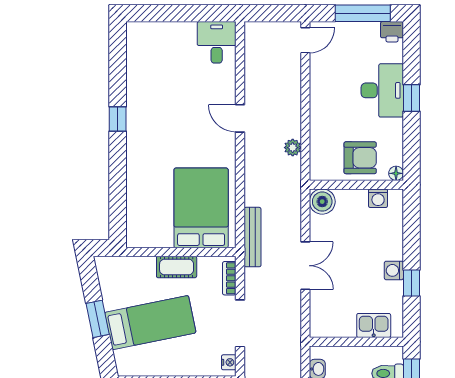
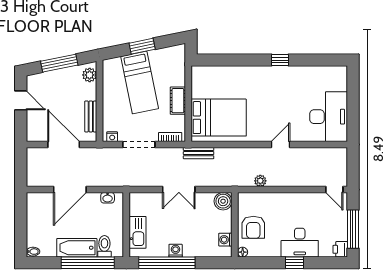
desk: (217, 42) -> (329, 117), width x1.87, depth x1.30
bench: (253, 237) -> (199, 153), width x0.73
window: (411, 283) -> (167, 263), width x3.17
kitchen sink: (374, 325) -> (138, 232), width x1.38

